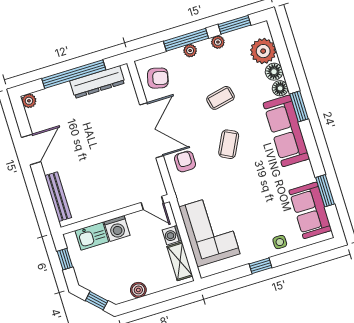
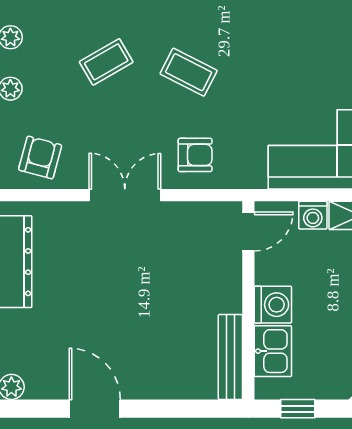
coffee table: (221, 98) -> (106, 62), turned 72
double door: (152, 130) -> (125, 195), width x0.73
armchair: (185, 161) -> (195, 155), turned 180
bench: (58, 197) -> (230, 357), moved, turned 90

